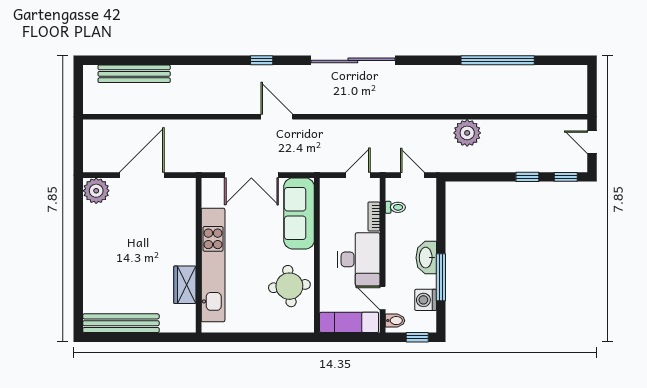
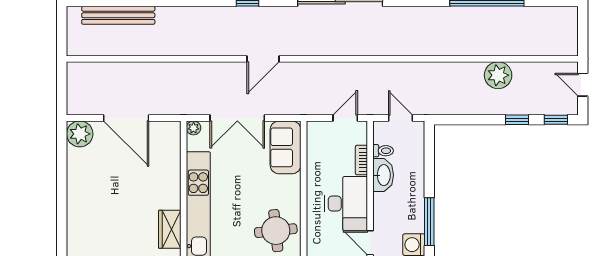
door: (277, 117) -> (263, 59), swing flipped
plant: (467, 133) -> (498, 75), moved
door: (142, 175) -> (126, 118), swing flipped
plant: (208, 185) -> (194, 128), added
sofa: (299, 213) -> (286, 147), width x0.73
washbasin: (426, 258) -> (383, 175), moved, turned 180

